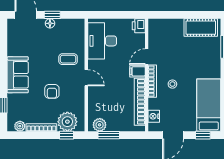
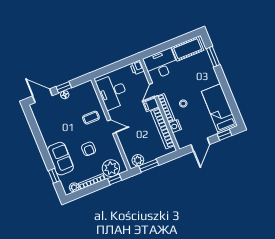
desk: (166, 32) -> (161, 64), added
sofa: (18, 75) -> (60, 159), moved
nightstand: (154, 116) -> (175, 126), moved

